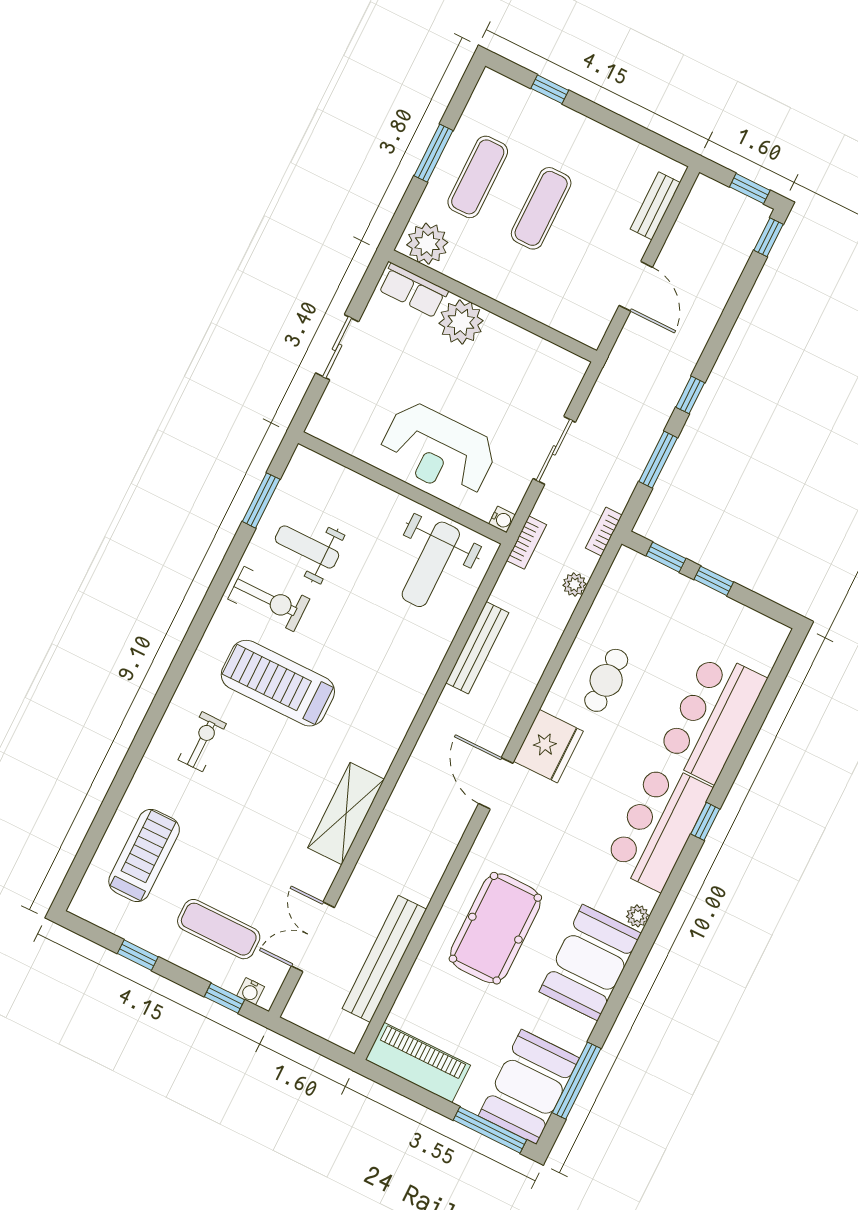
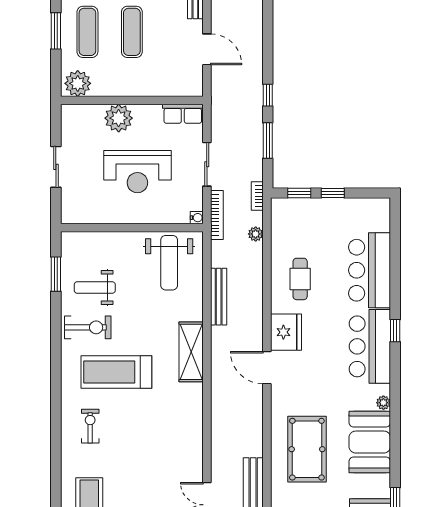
row of seats: (413, 290) -> (183, 114), moved
reception desk: (438, 450) -> (137, 172), moved
bookcase: (526, 543) -> (217, 215), width x1.56
shelving: (346, 814) -> (191, 352), moved

